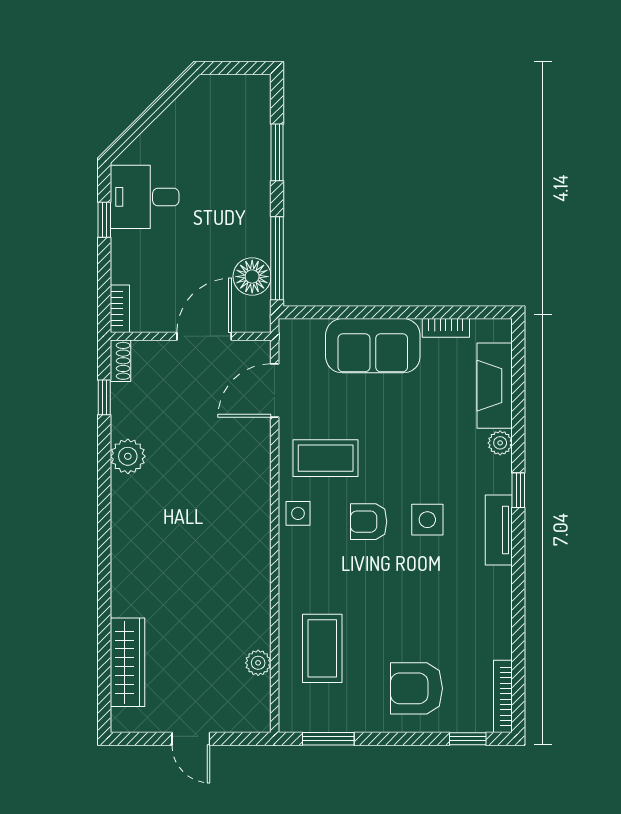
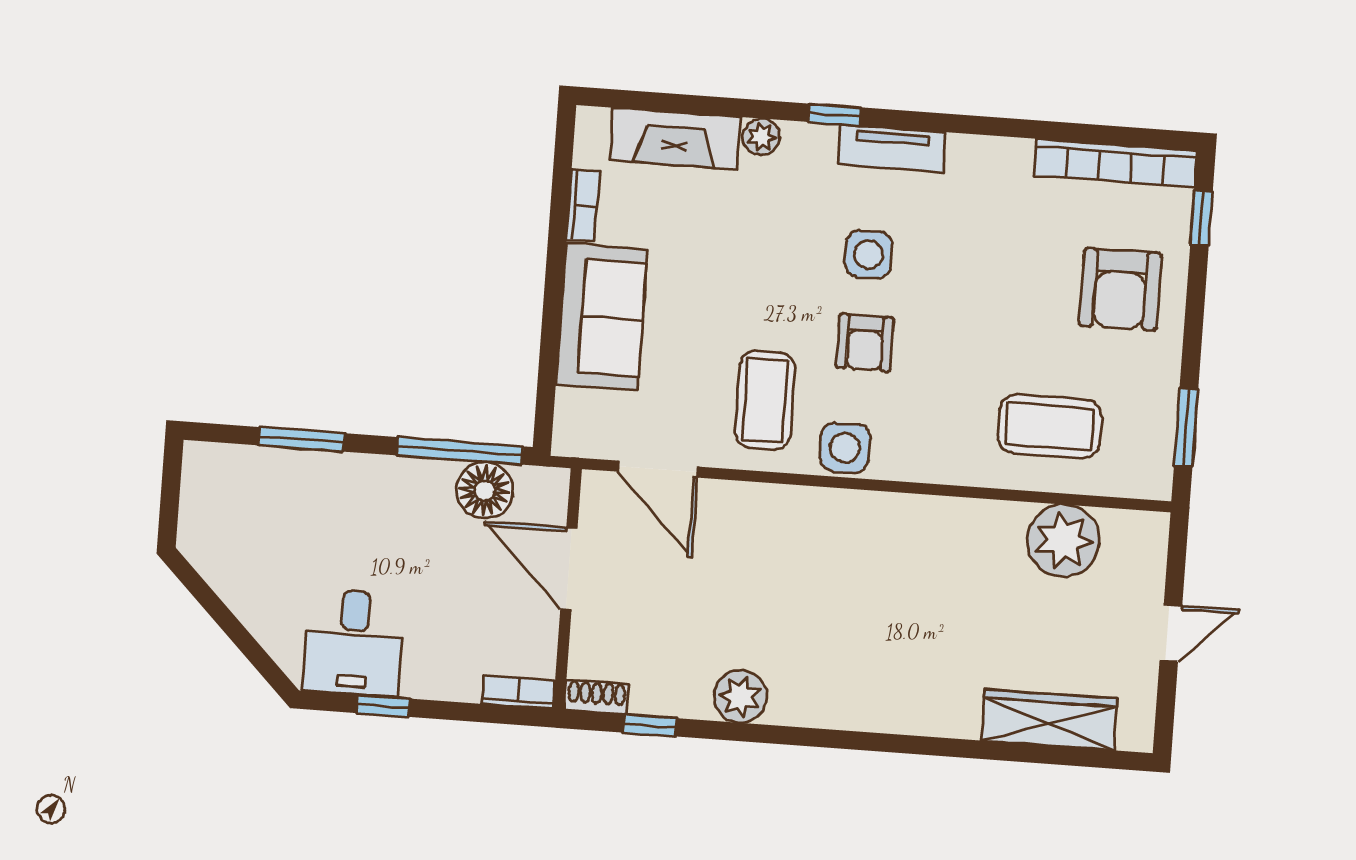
side table: (298, 513) -> (845, 448), width x1.37, depth x1.37
plant: (258, 663) -> (1063, 541), width x1.87, depth x1.87
bookcase: (503, 696) -> (1115, 163), width x1.48, depth x1.31

